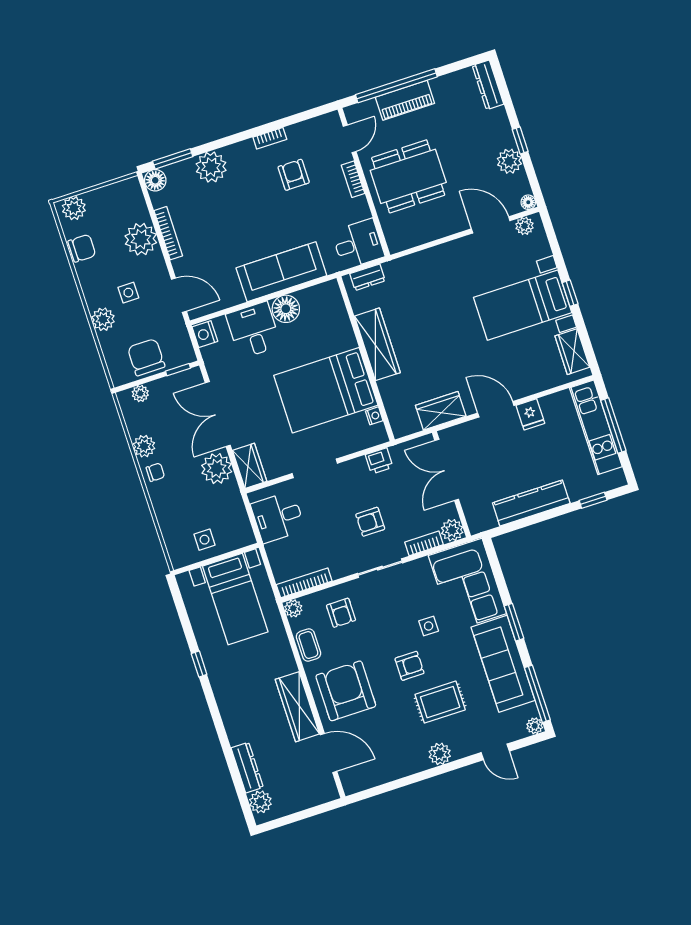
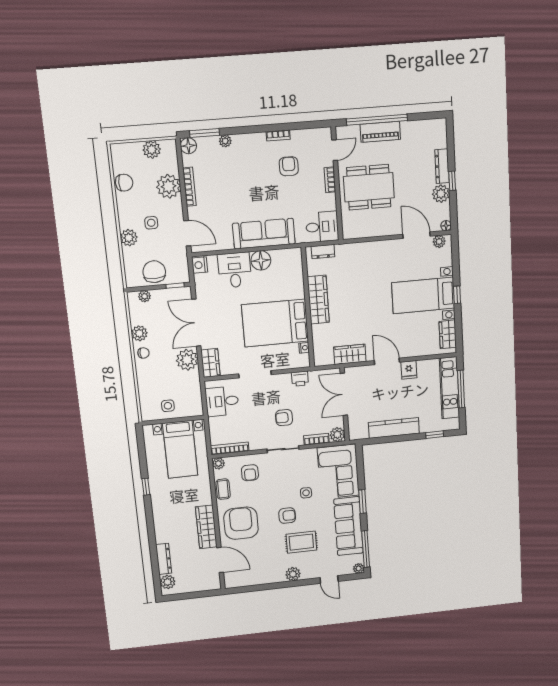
dresser: (488, 85) -> (442, 166), moved
plant: (211, 167) -> (225, 141), width x0.53, depth x0.53
plant: (74, 208) -> (152, 150), moved

